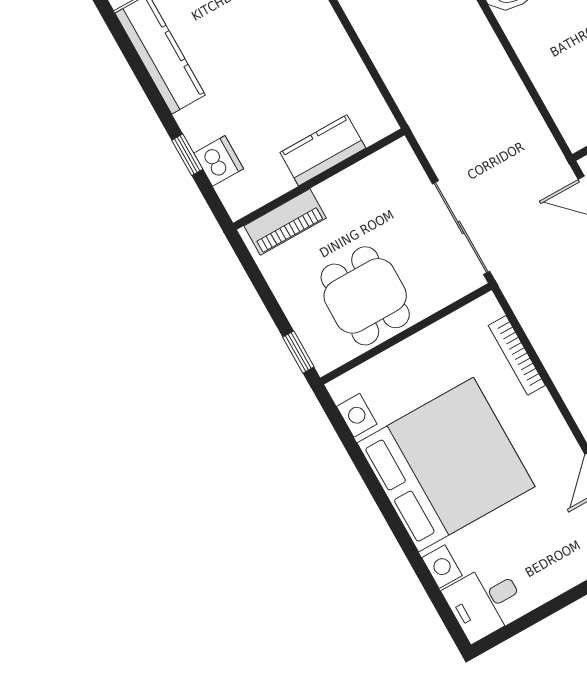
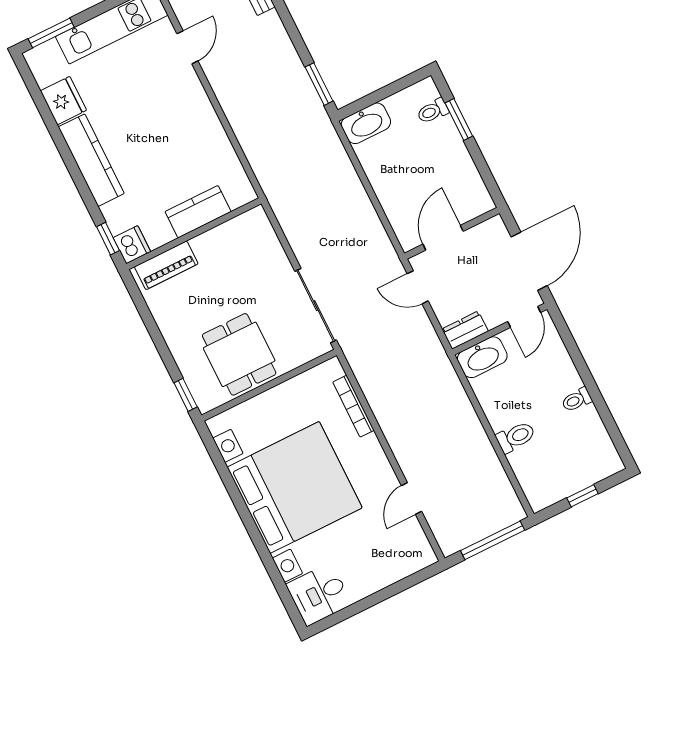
kitchen counter: (323, 150) -> (198, 212), moved
wall: (319, 179) -> (194, 234), moved
piano: (285, 222) -> (166, 265), moved

